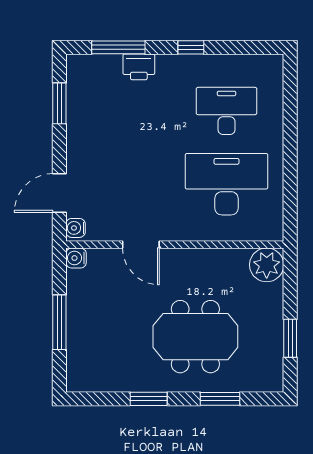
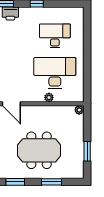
plant: (215, 232) -> (49, 97), added
plant: (267, 265) -> (79, 110), width x0.53, depth x0.53

